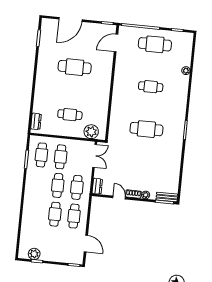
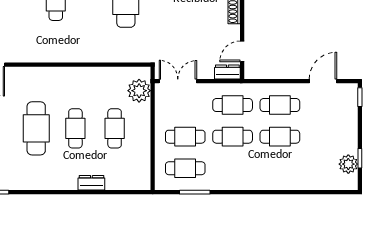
cafe table: (72, 91) -> (75, 128), added
dresser: (36, 121) -> (91, 183), moved
door: (119, 197) -> (242, 51), moved

